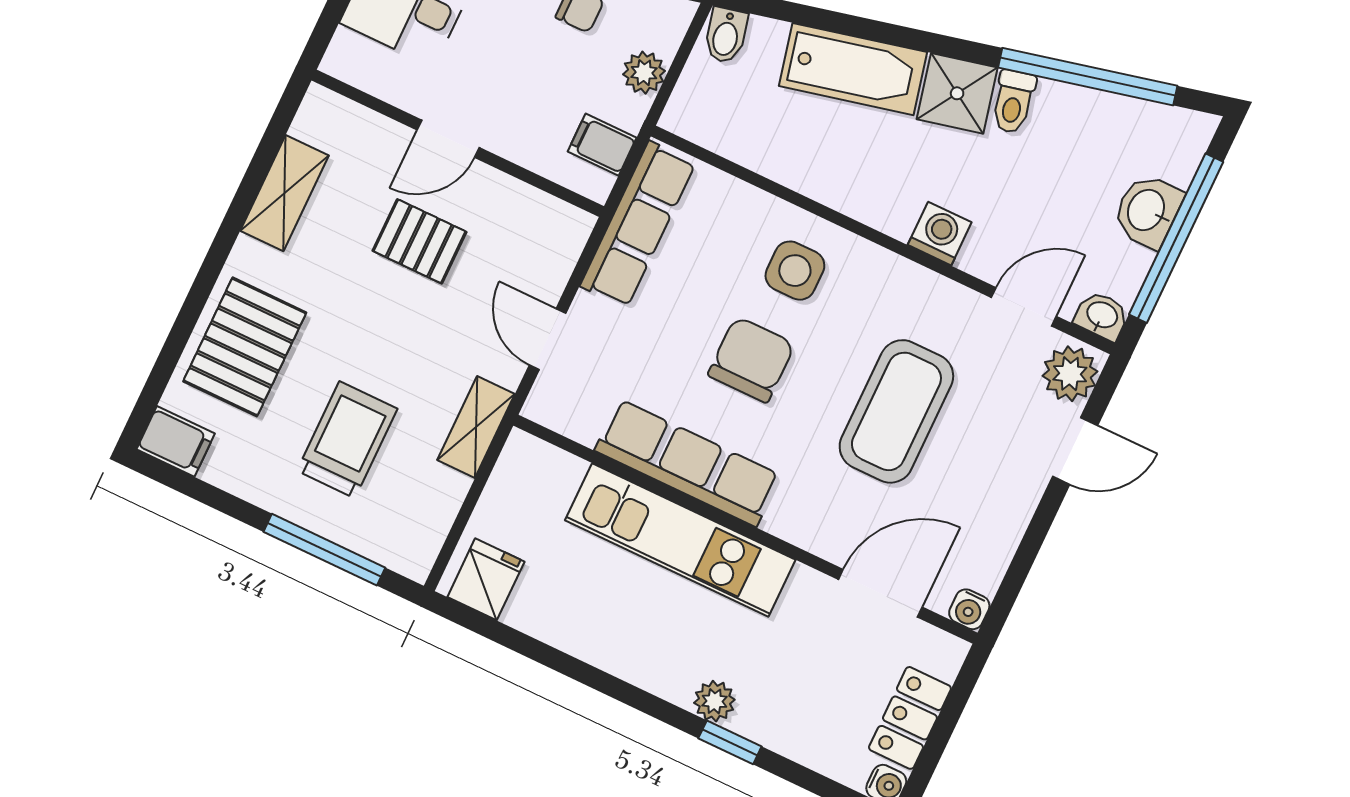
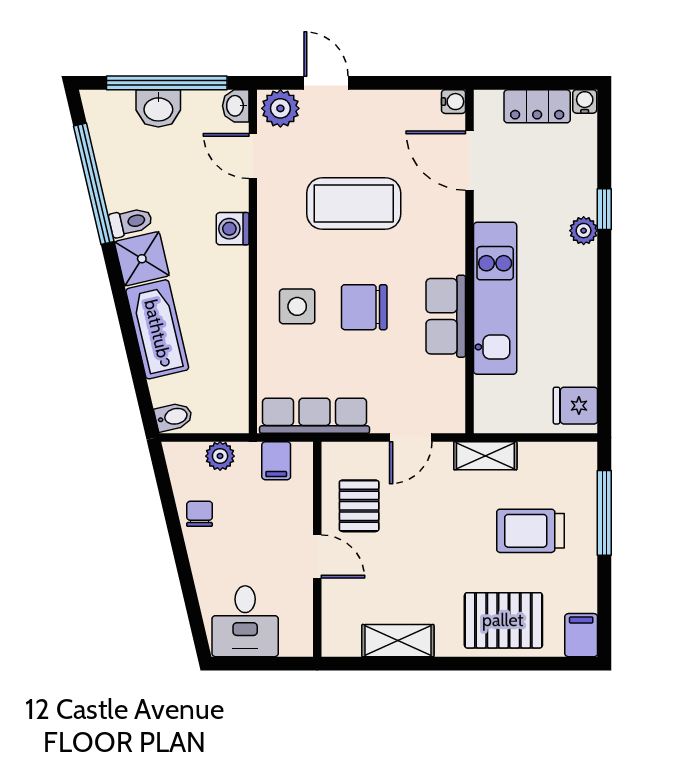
pallet: (420, 241) -> (359, 506), moved
row of seats: (688, 463) -> (446, 316), width x0.68

